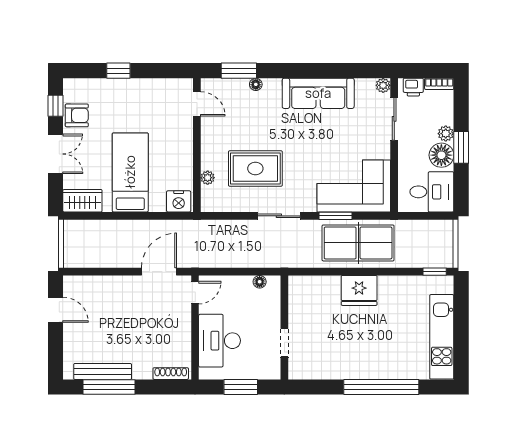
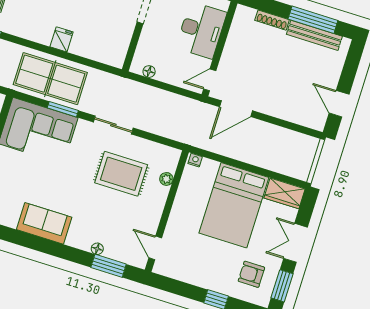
sofa: (318, 93) -> (44, 223), width x0.73
window: (55, 106) -> (282, 286), width x1.50
armchair: (77, 115) -> (251, 274), moved
bed: (130, 172) -> (234, 205), width x1.50
nightstand: (179, 201) -> (195, 160), width x0.53, depth x0.56
fridge: (359, 290) -> (62, 39), width x0.53, depth x0.75
shoe rack: (171, 374) -> (272, 20), moved

